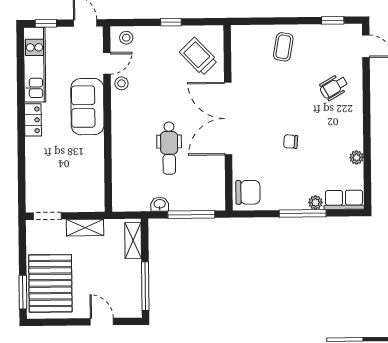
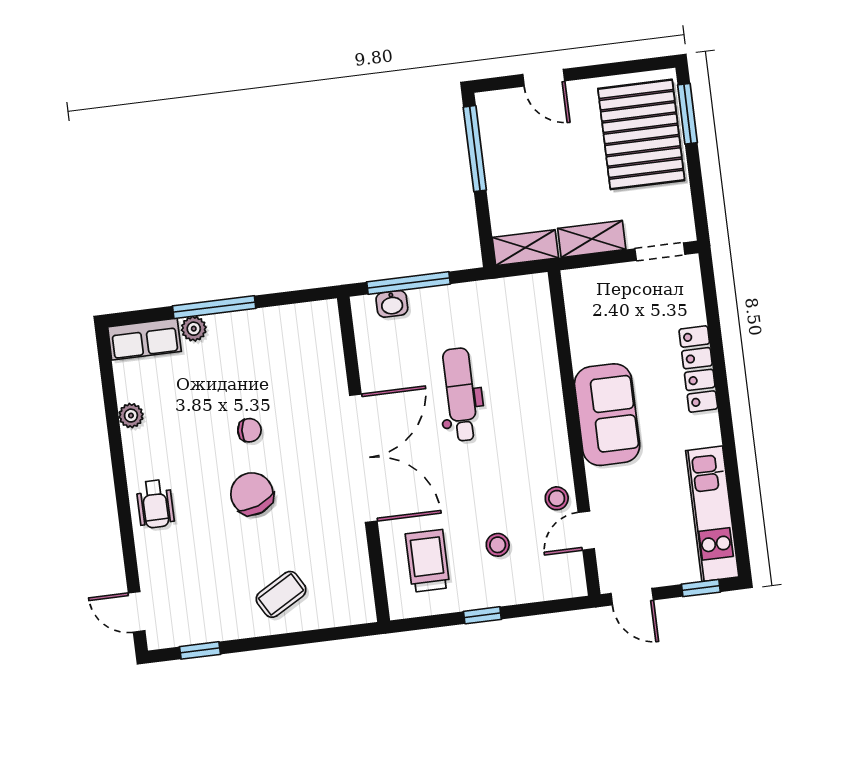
stool: (126, 38) -> (498, 545), moved
coffee table: (283, 47) -> (281, 594), turned 50
trolley: (198, 56) -> (427, 561), turned -136
wheelchair: (334, 87) -> (155, 504), moved, turned 120
sofa: (87, 107) -> (607, 415), moved
locker: (33, 120) -> (698, 369), moved, width x1.53
chair: (248, 192) -> (252, 494), moved, turned 69
washbasin: (160, 204) -> (392, 304), moved
shelving: (133, 240) -> (525, 248), moved, turned 90

